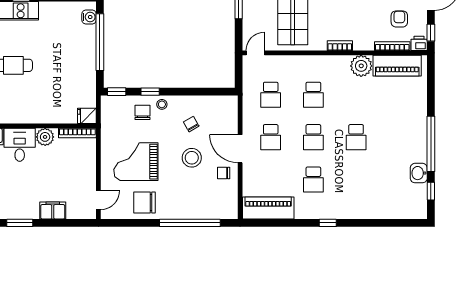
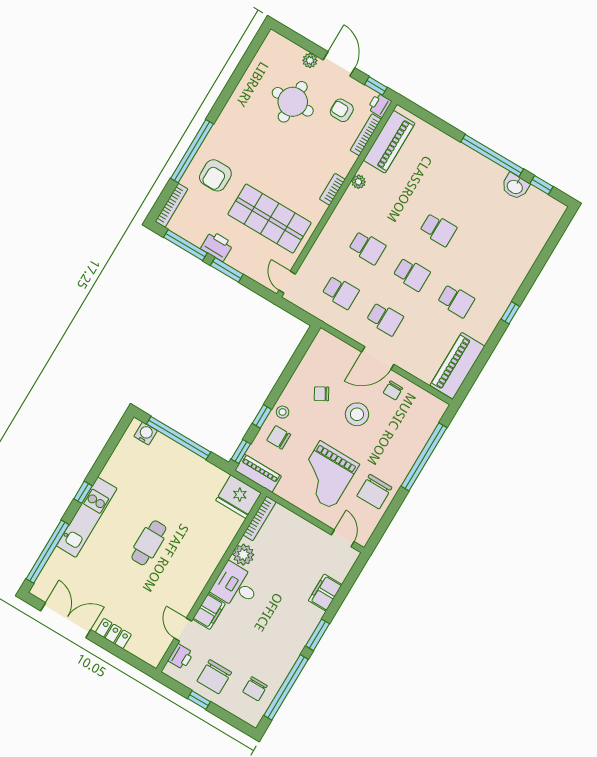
plant: (361, 66) -> (359, 182), width x0.53, depth x0.53
piano: (109, 113) -> (258, 473), added
fridge: (87, 116) -> (239, 497), width x1.88, depth x1.34

